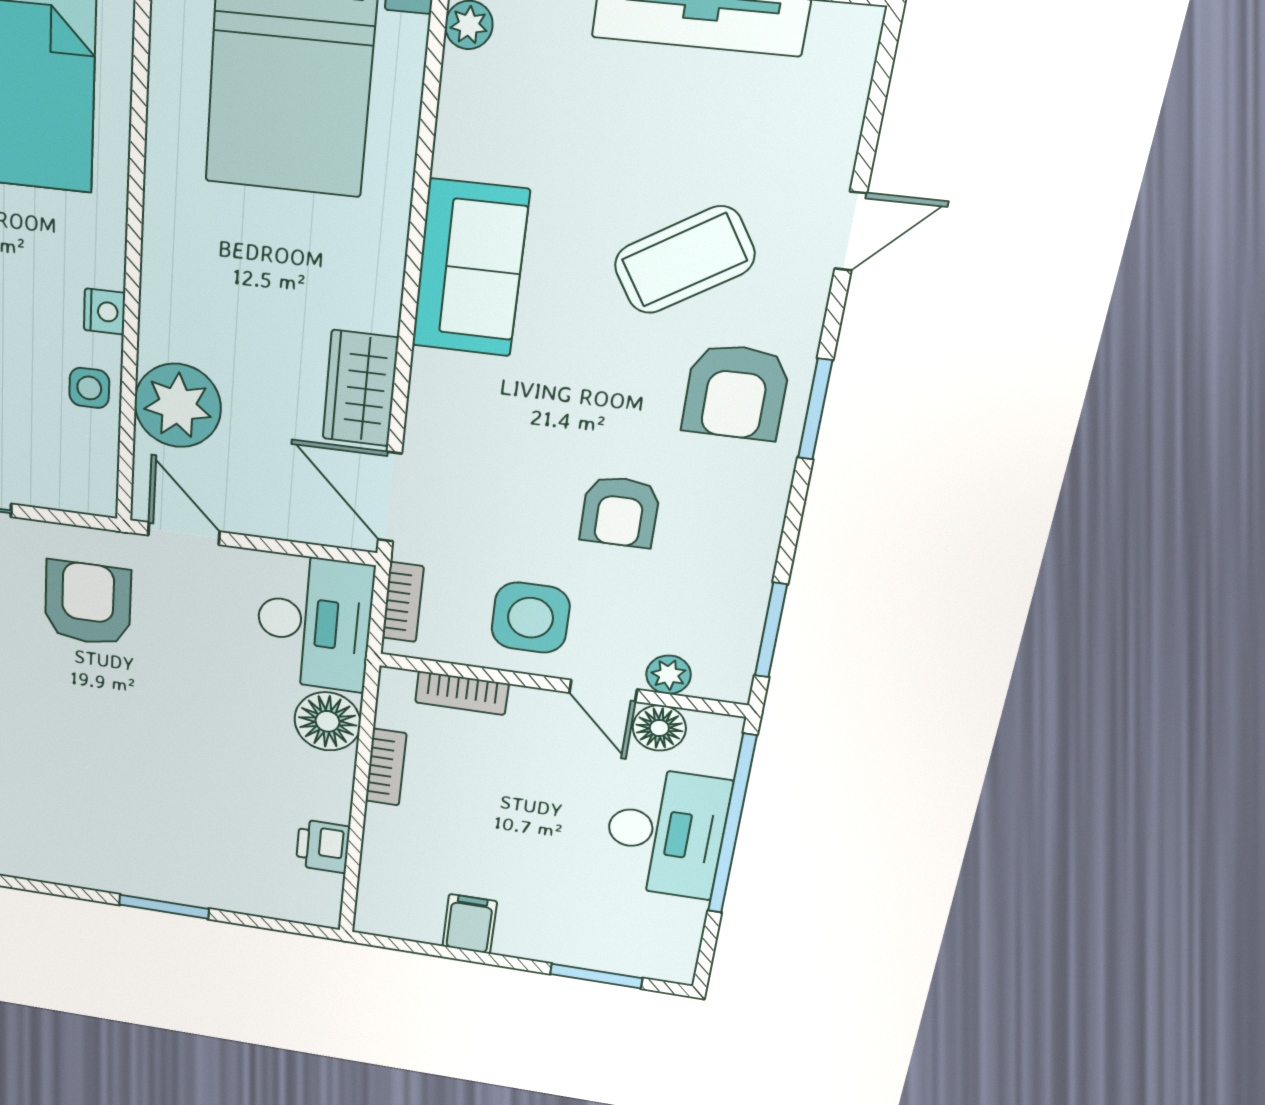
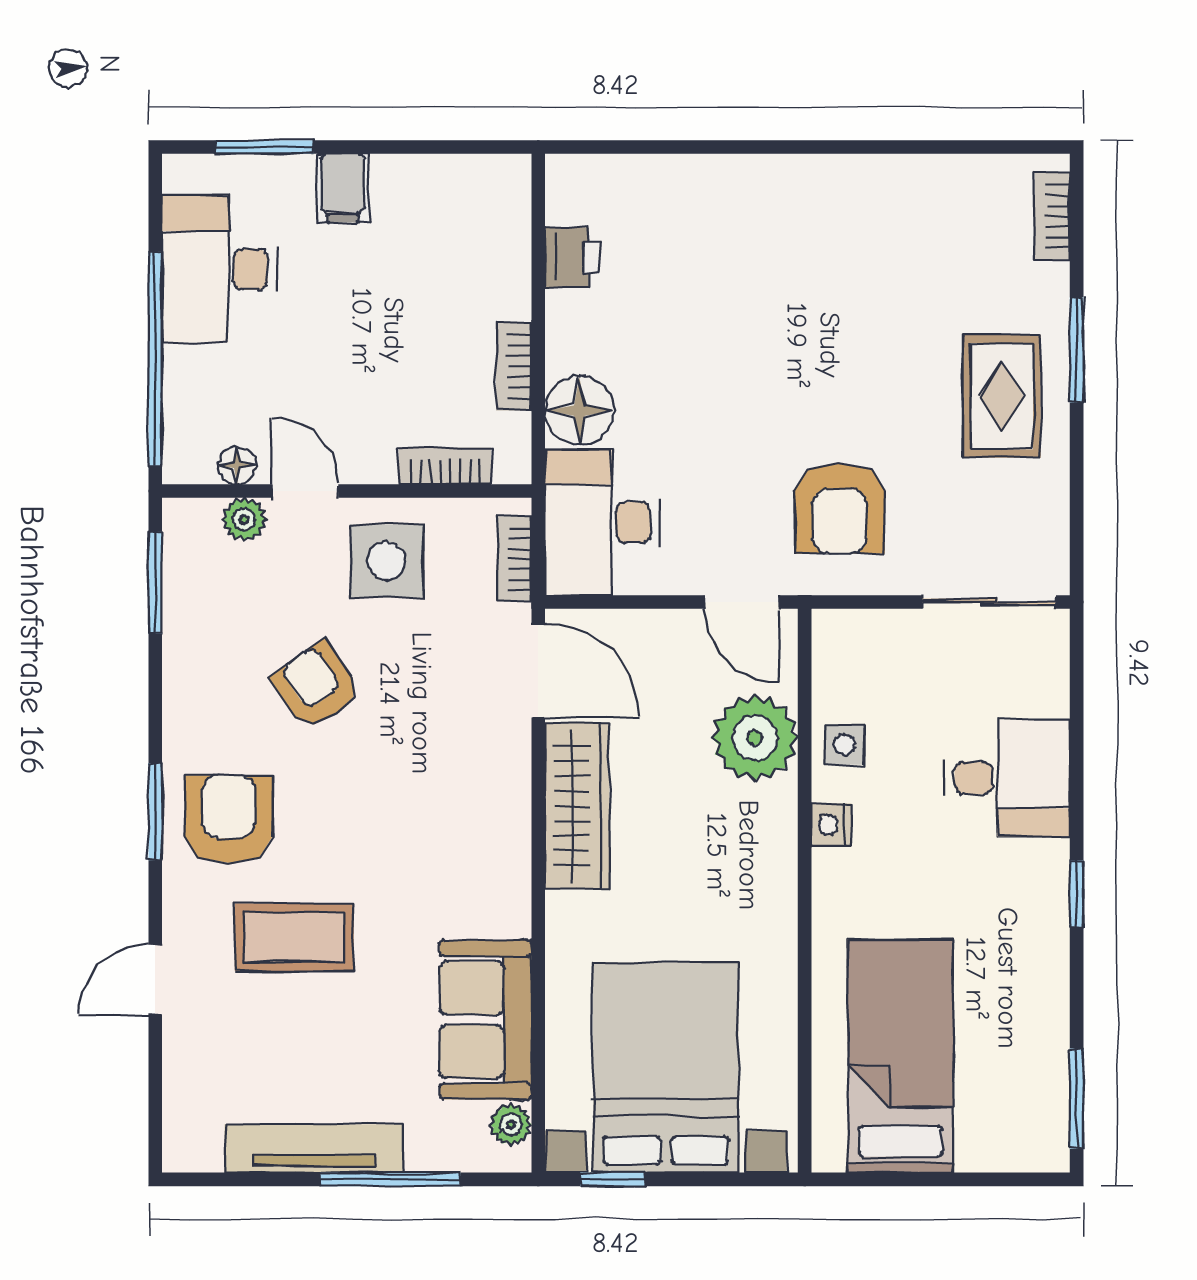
coffee table: (684, 260) -> (294, 937), turned 32
sofa: (470, 268) -> (486, 1020), moved
wardrobe: (360, 388) -> (577, 806), width x1.50
armchair: (620, 512) -> (316, 686), turned -35
floor lamp: (659, 728) -> (237, 465), width x0.73, depth x0.73
desk: (666, 833) -> (219, 269), moved
window: (164, 907) -> (743, 147), removed
filing cabinet: (470, 924) -> (343, 188), moved

